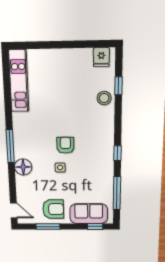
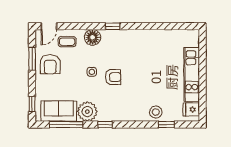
kitchen unit: (19, 81) -> (192, 75), moved, turned 90
window: (10, 146) -> (113, 26), width x0.46
plant: (103, 172) -> (87, 112), added
coffee table: (29, 193) -> (67, 42), added
sofa: (89, 214) -> (59, 111), moved, turned -90

